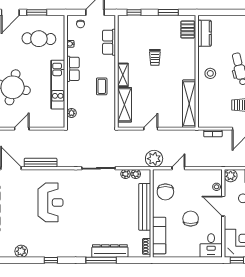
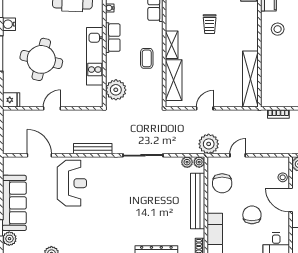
stool: (210, 73) -> (278, 29), moved
plant: (71, 113) -> (116, 90), width x1.88, depth x1.88
bench: (41, 163) -> (93, 149), moved
plant: (126, 174) -> (199, 162), moved
reception desk: (51, 202) -> (72, 183), moved

